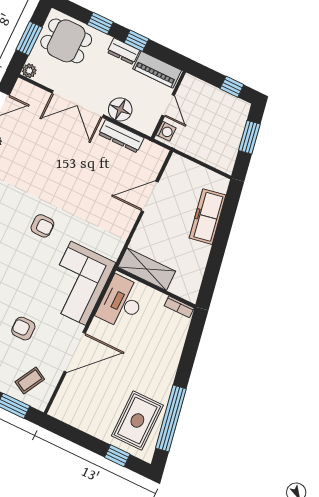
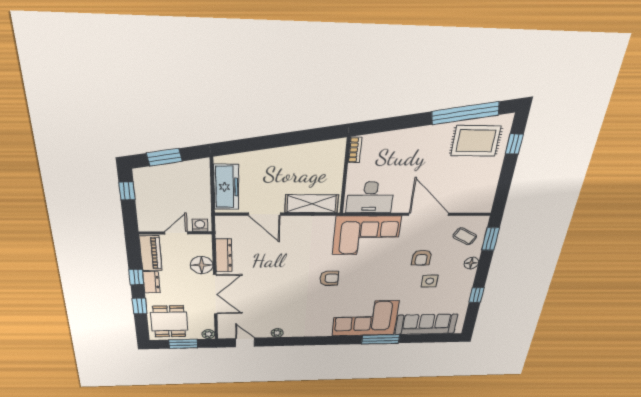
freezer: (207, 217) -> (226, 187), moved, turned -80
armchair: (42, 226) -> (329, 278), turned 90
shelving: (147, 269) -> (312, 204), moved, turned 90

